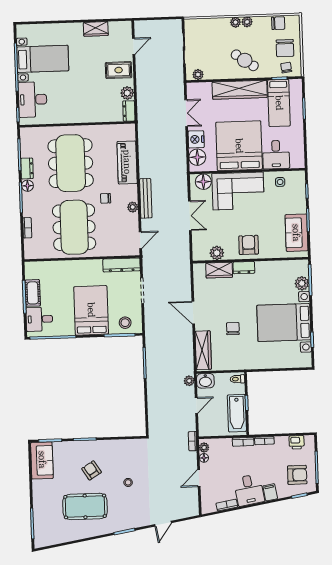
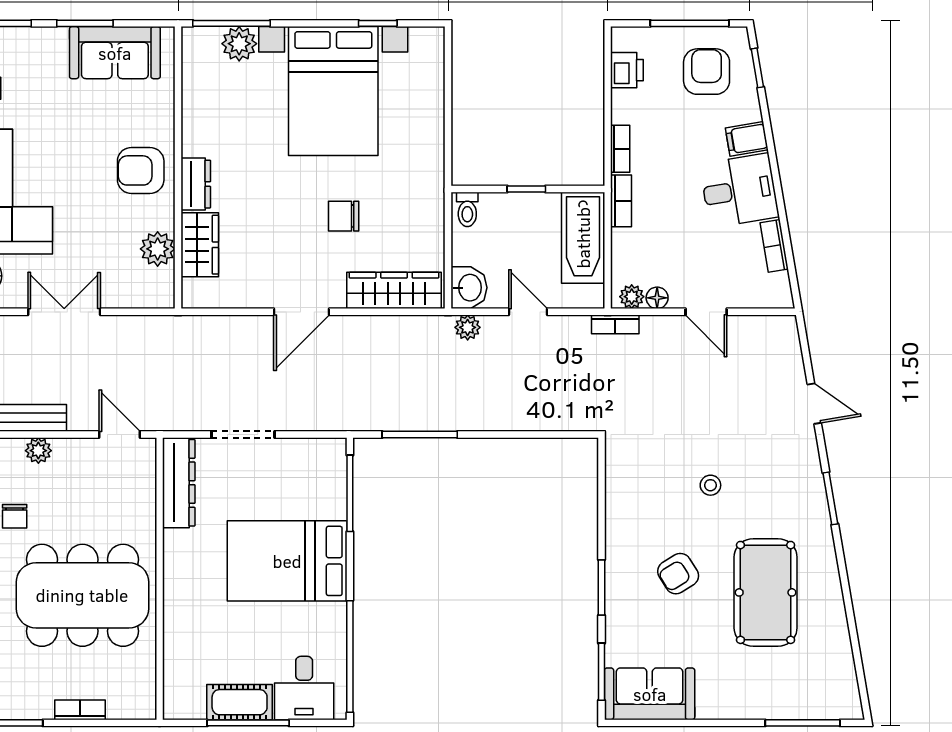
stool: (125, 323) -> (320, 479), removed
bathtub: (237, 413) -> (583, 238), moved, turned 90

